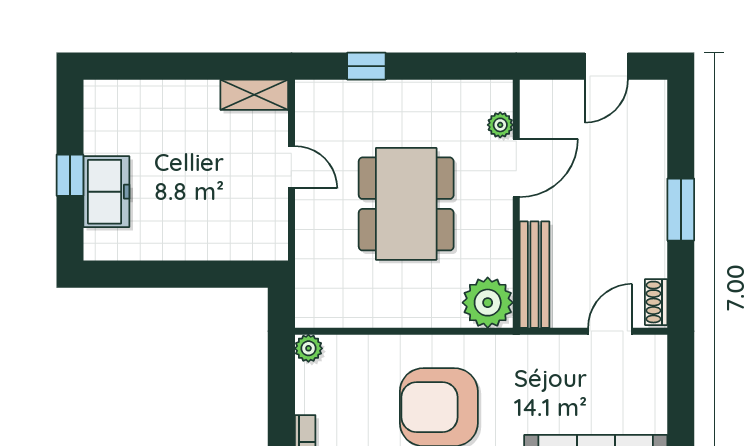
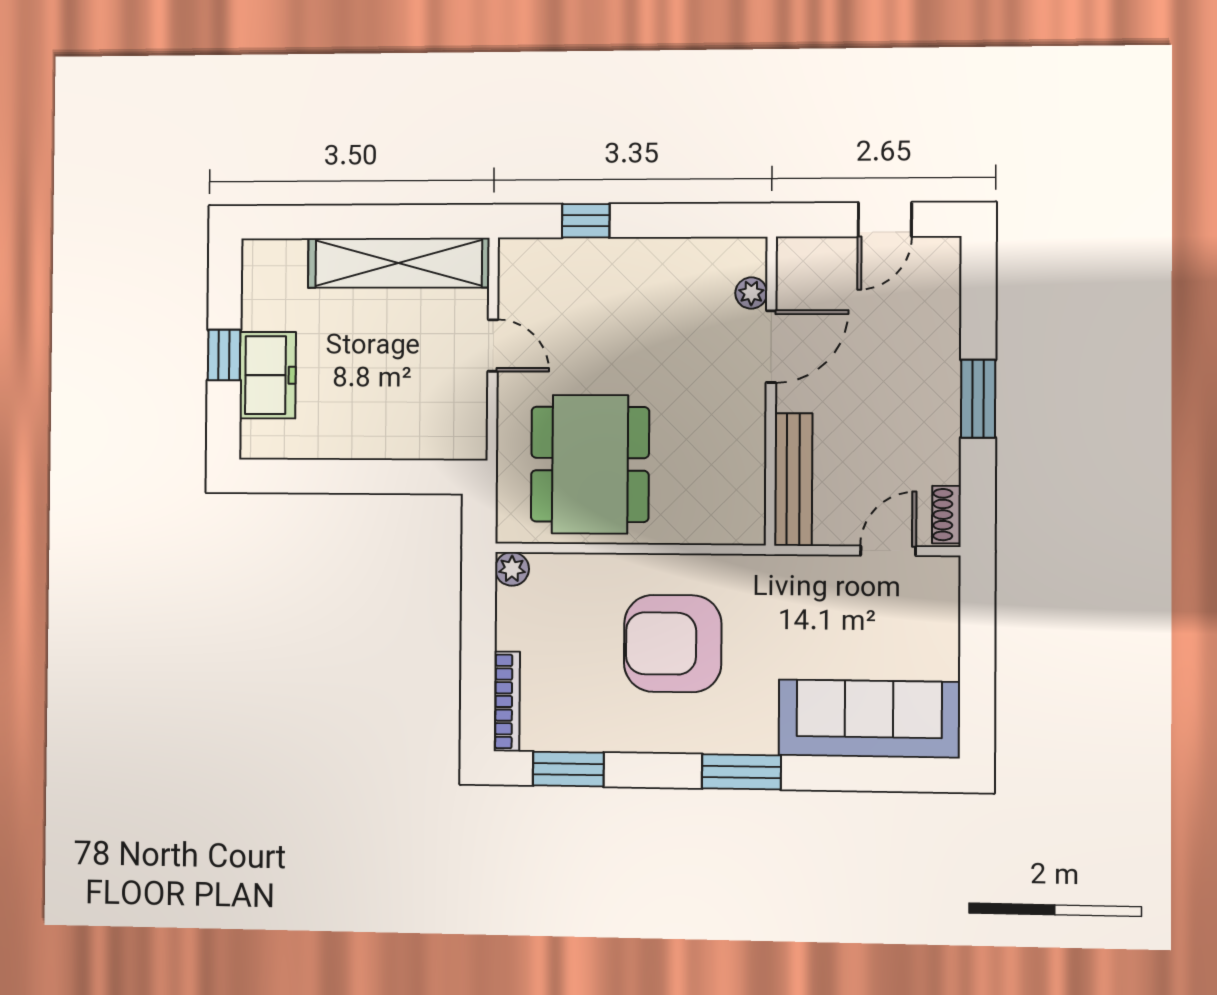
shelving: (254, 95) -> (399, 263), width x2.20, depth x1.33
dining table: (406, 204) -> (590, 464), moved
plant: (488, 303) -> (734, 514), removed

